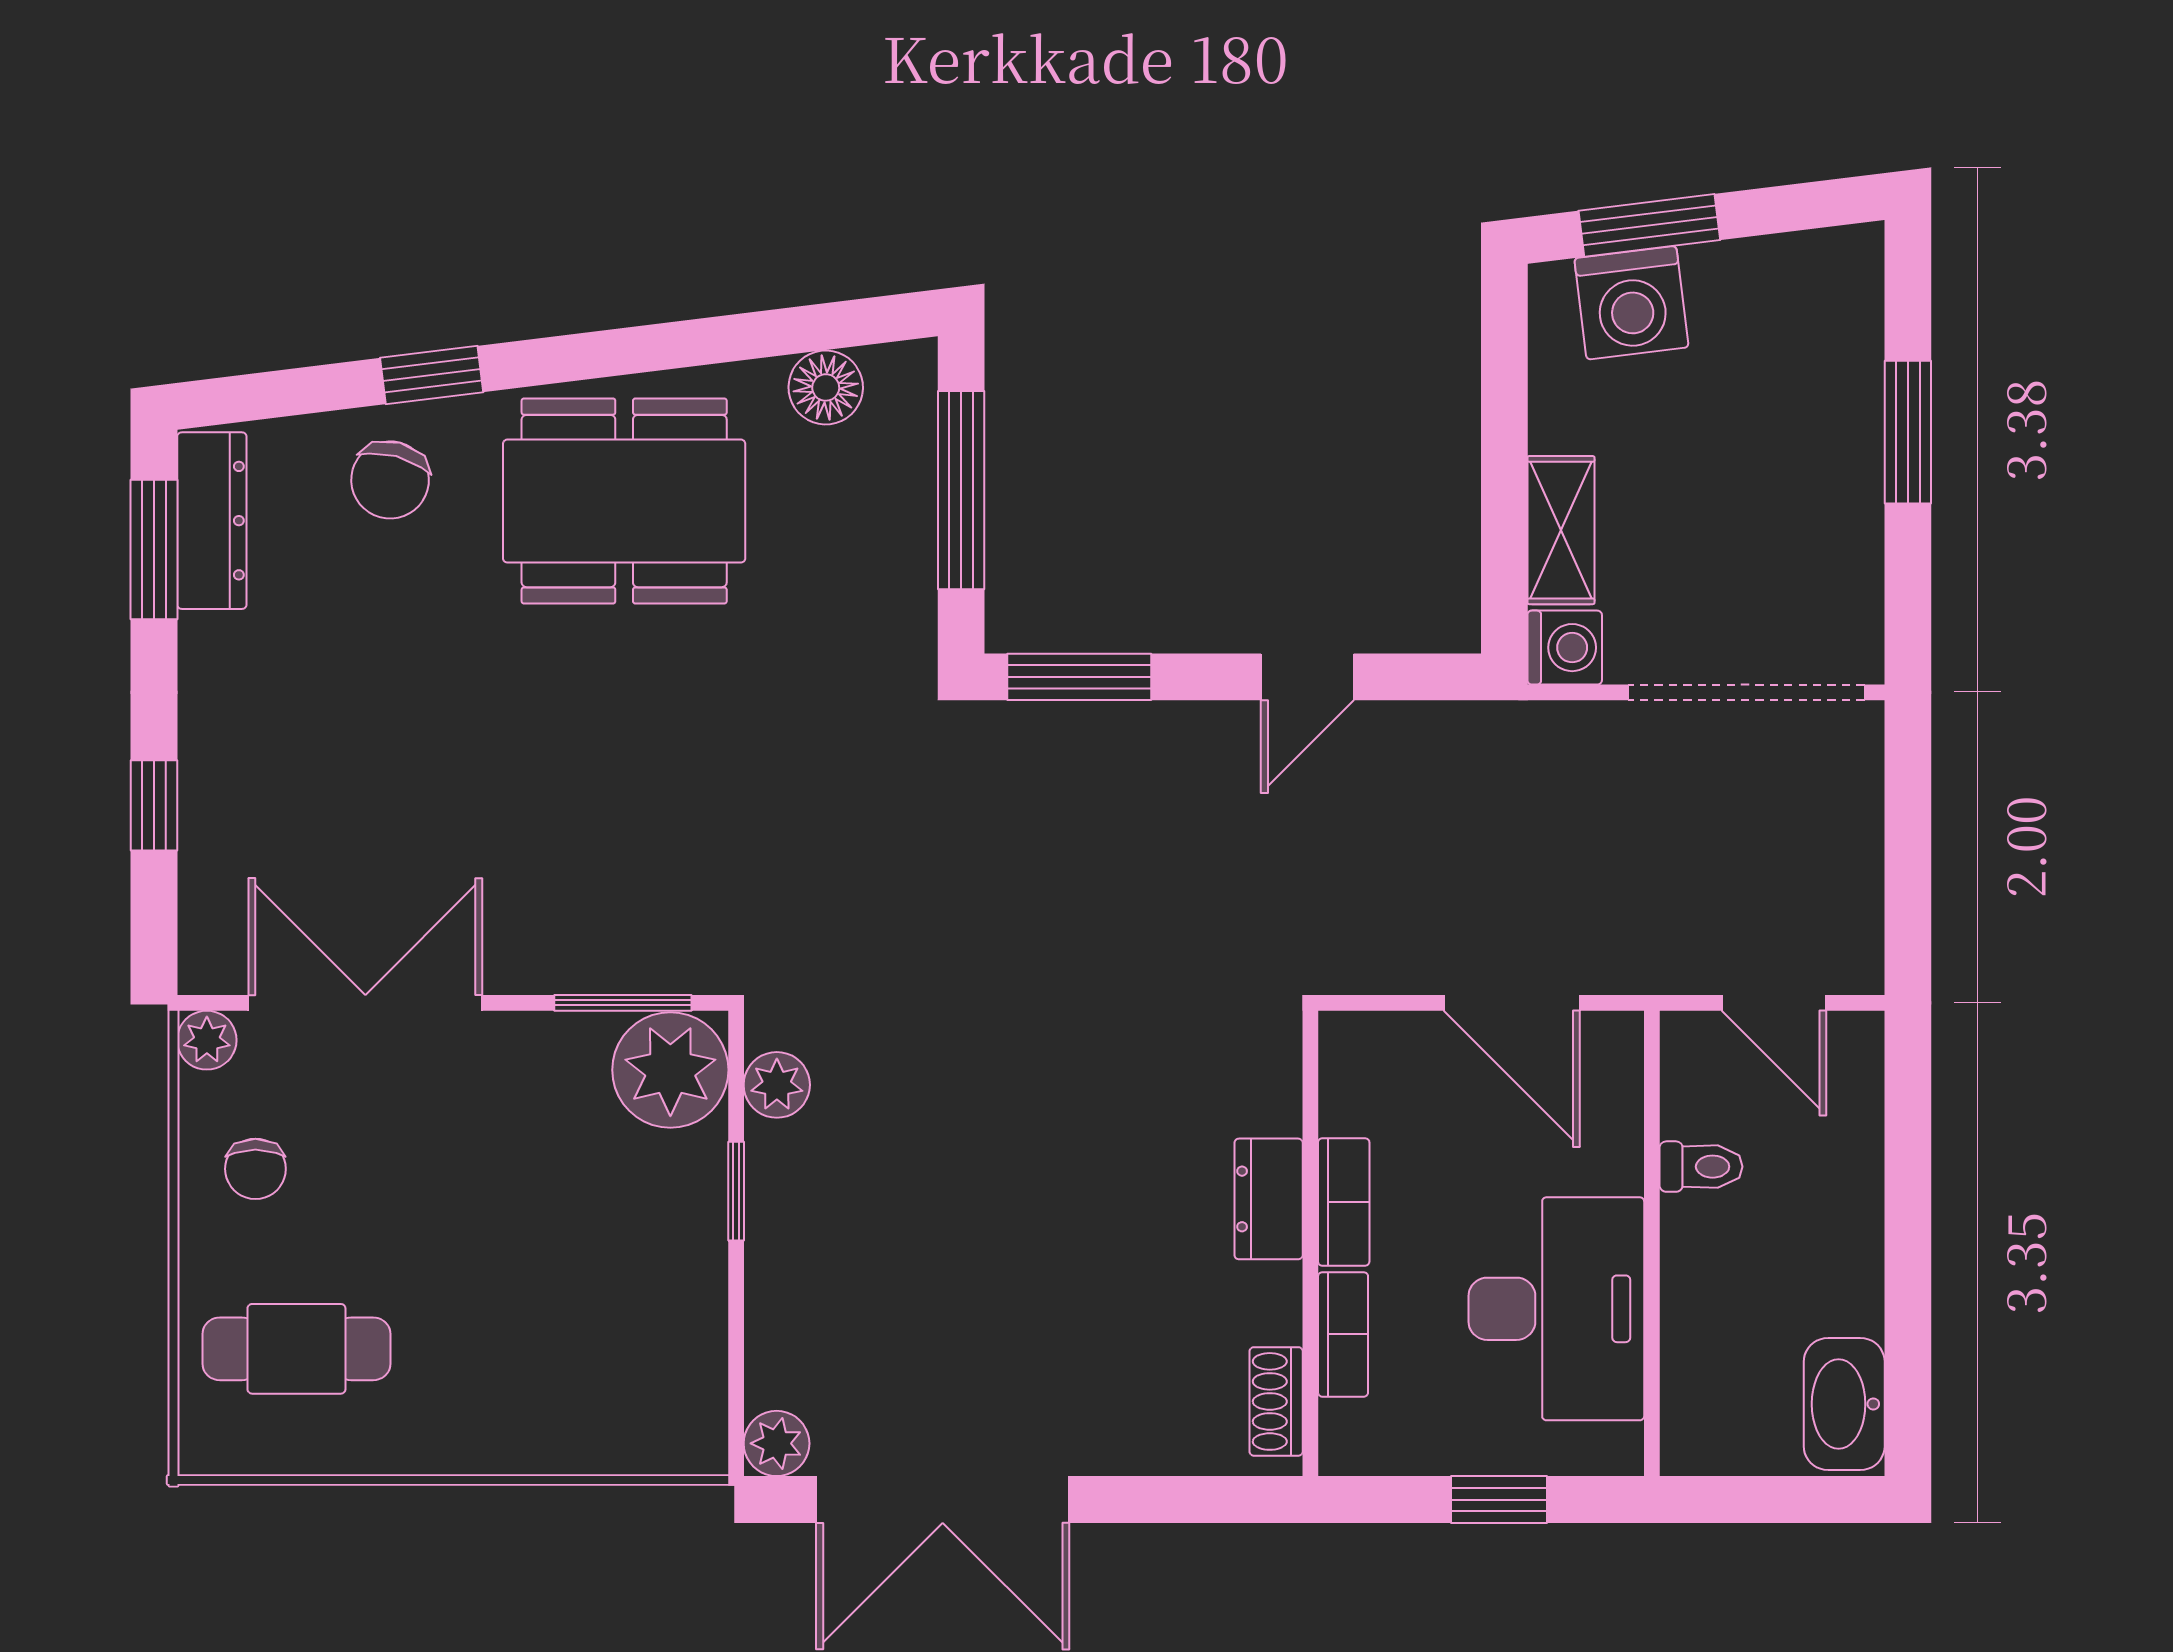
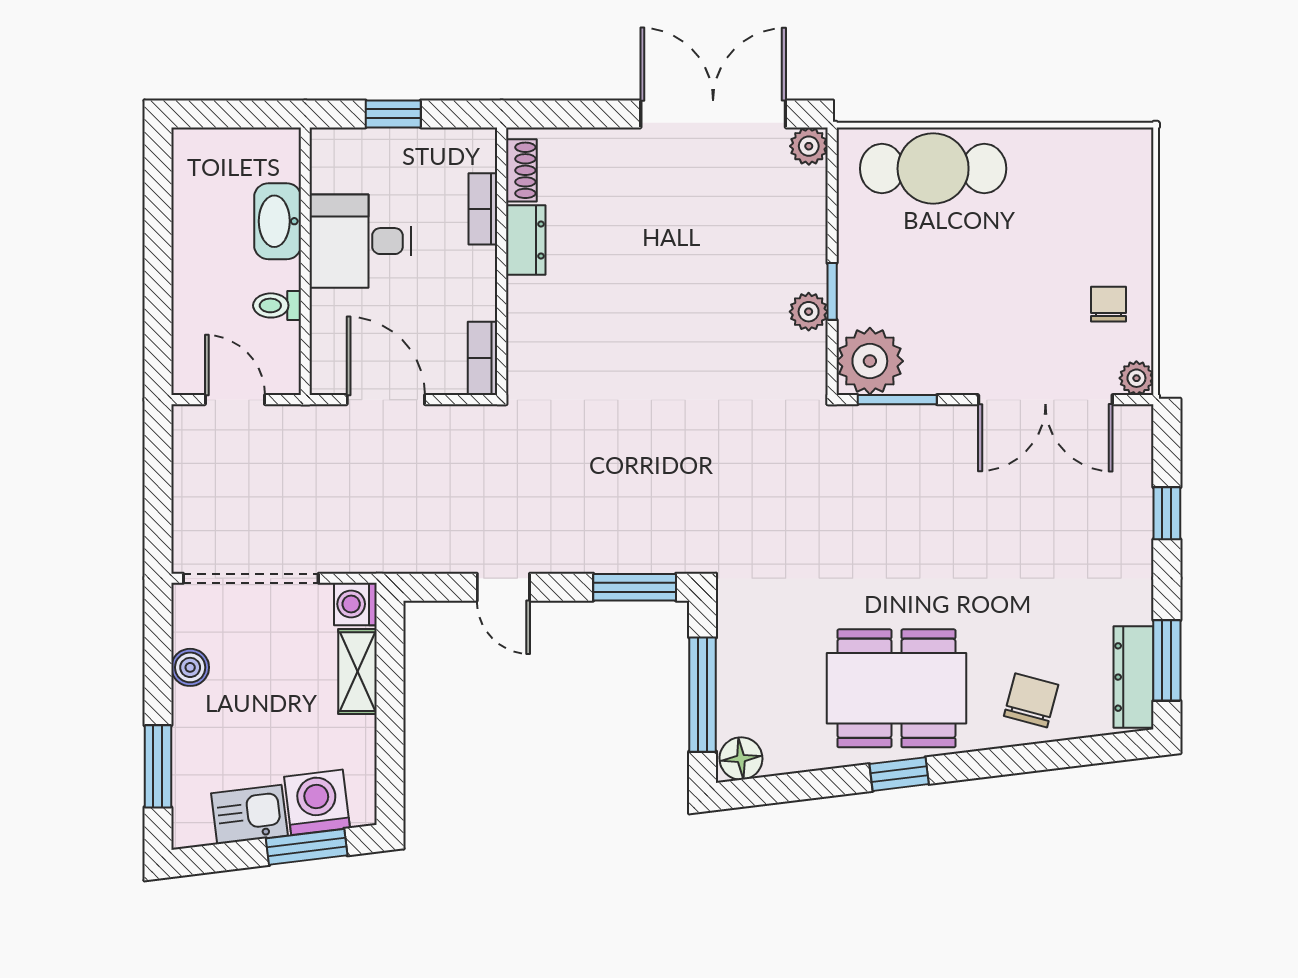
kitchen sink: (1749, 282) -> (249, 814), added
window: (432, 375) -> (899, 774), moved
floor lamp: (826, 387) -> (741, 758), moved
window: (1908, 432) -> (158, 766), moved
boiler: (1852, 537) -> (190, 667), added
door: (1307, 677) -> (503, 587), swing flipped
plant: (777, 1085) -> (809, 312), moved
dresser: (1269, 1199) -> (526, 240), moved
bookcase: (1344, 1202) -> (483, 358), moved
desk: (1556, 1309) -> (360, 241), width x0.73
cafe table: (296, 1349) -> (933, 169), moved, width x1.37, depth x1.35
washbasin: (1844, 1404) -> (278, 221), moved, turned 180

